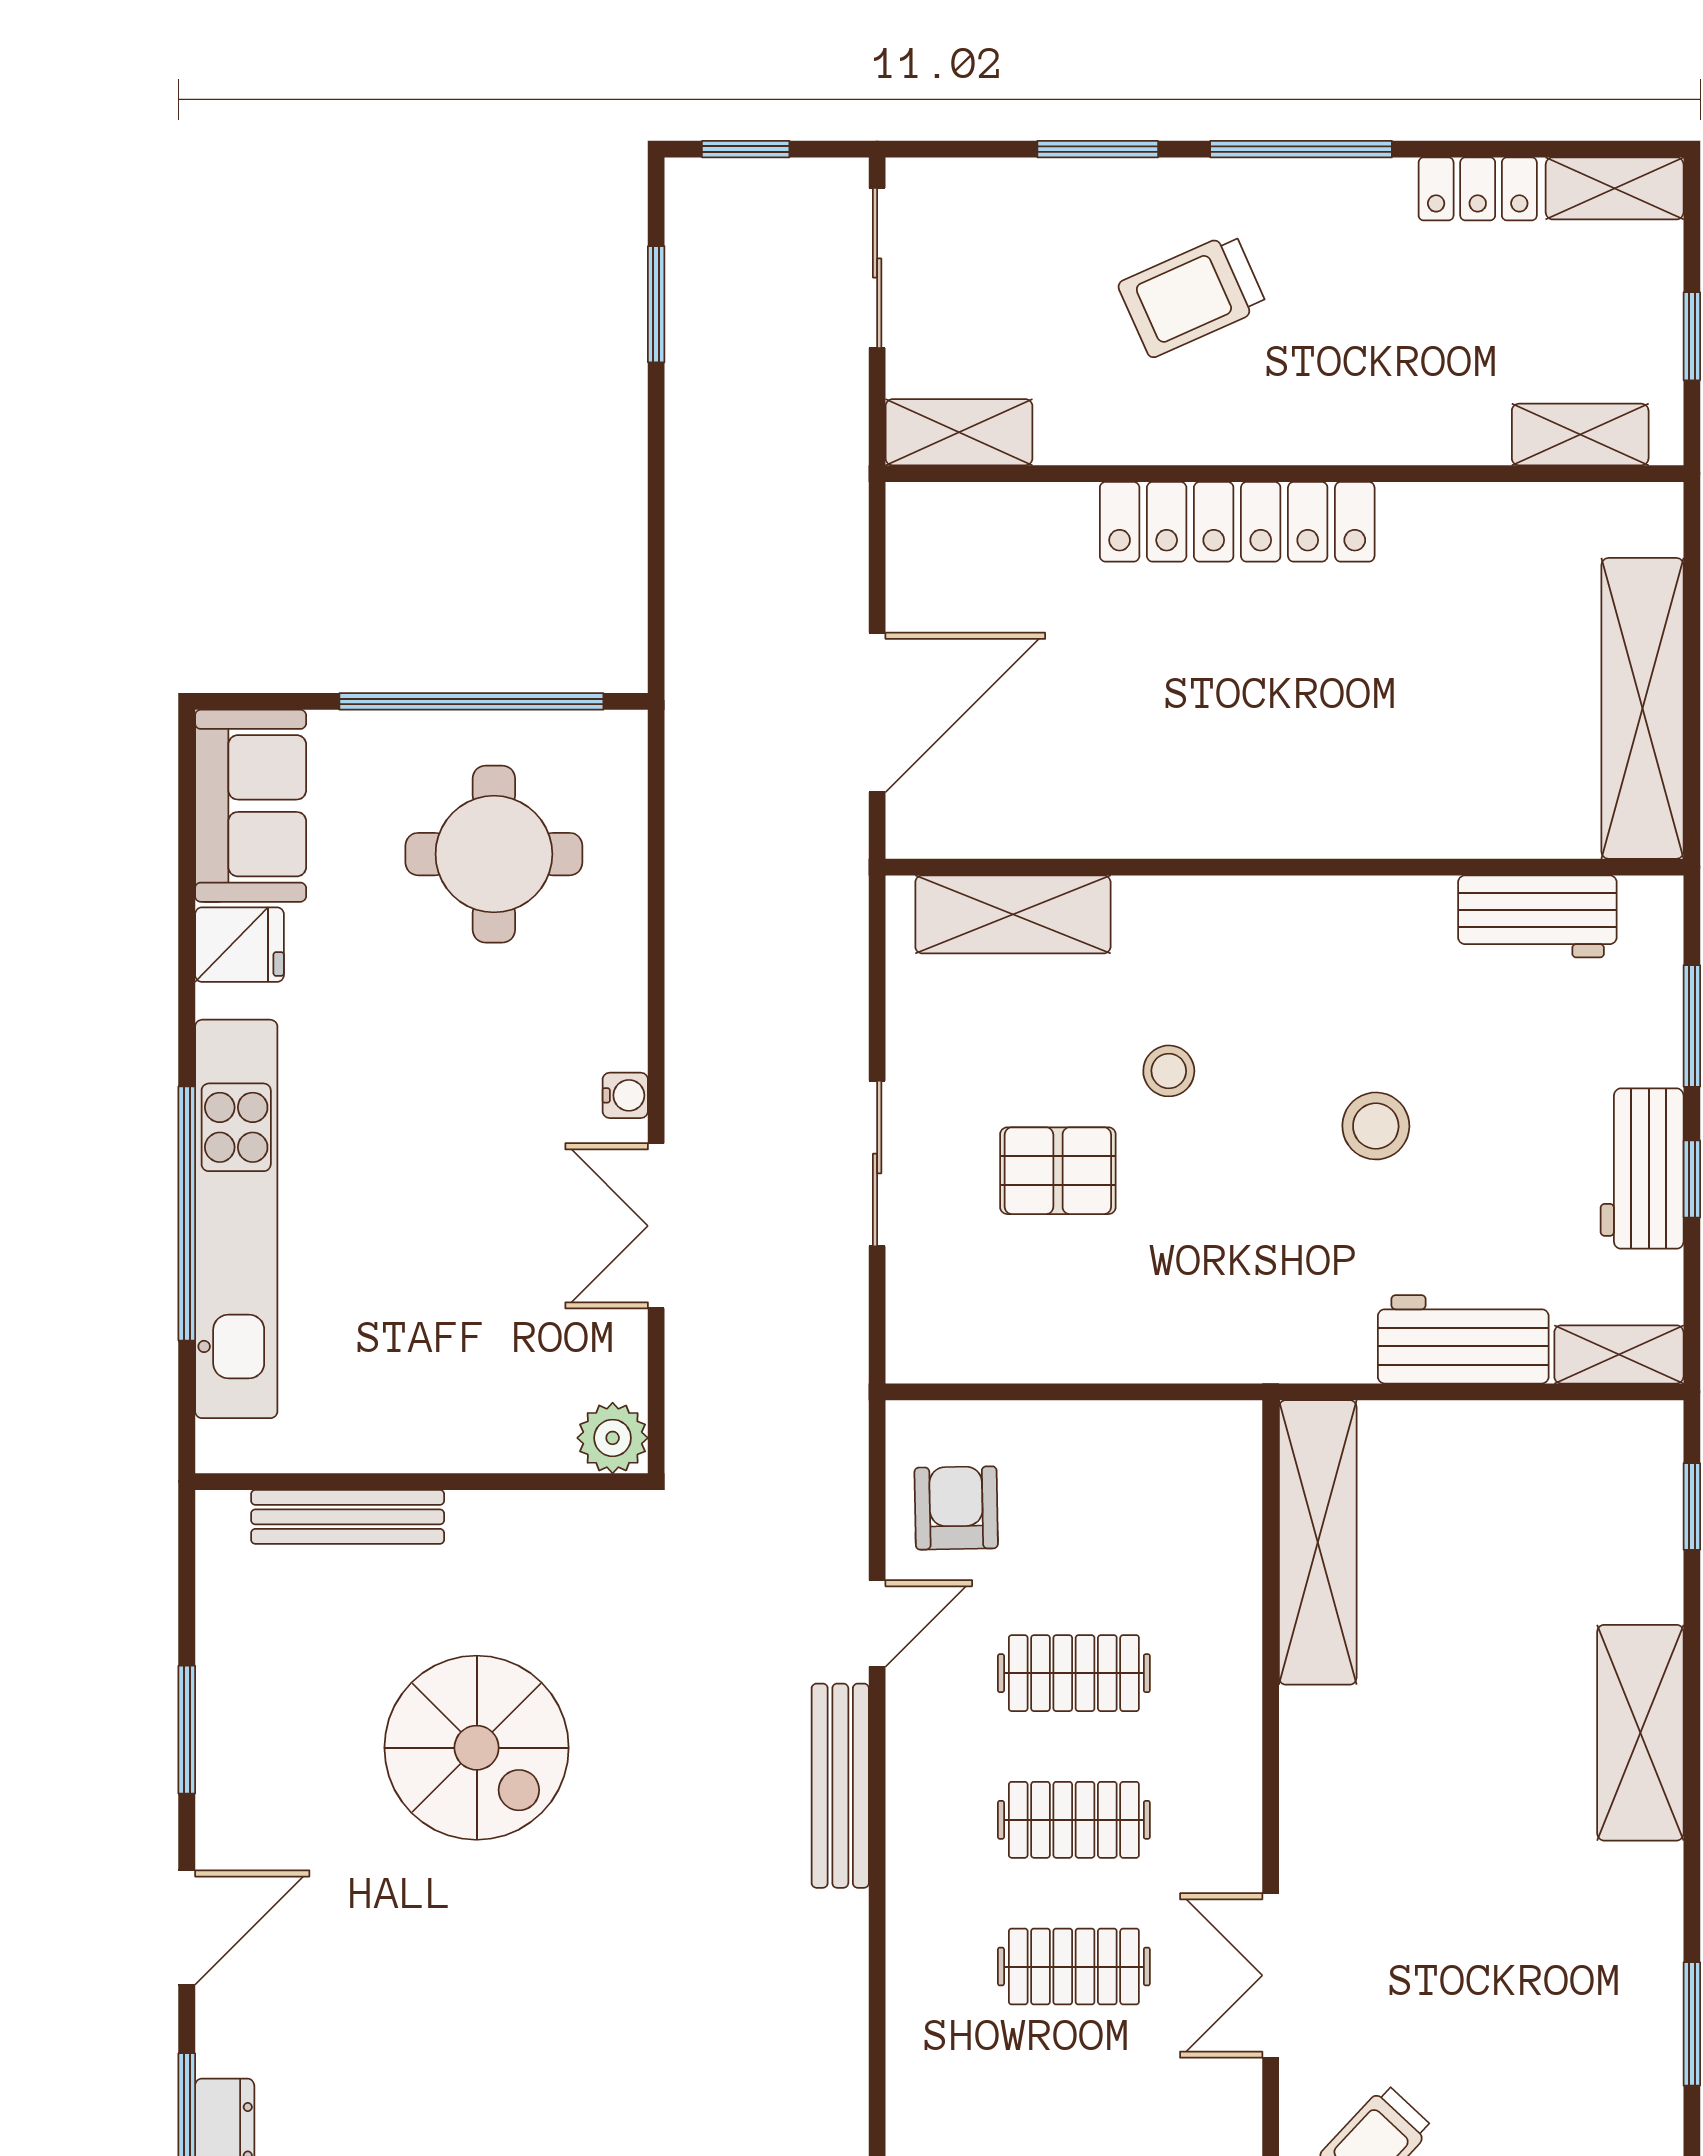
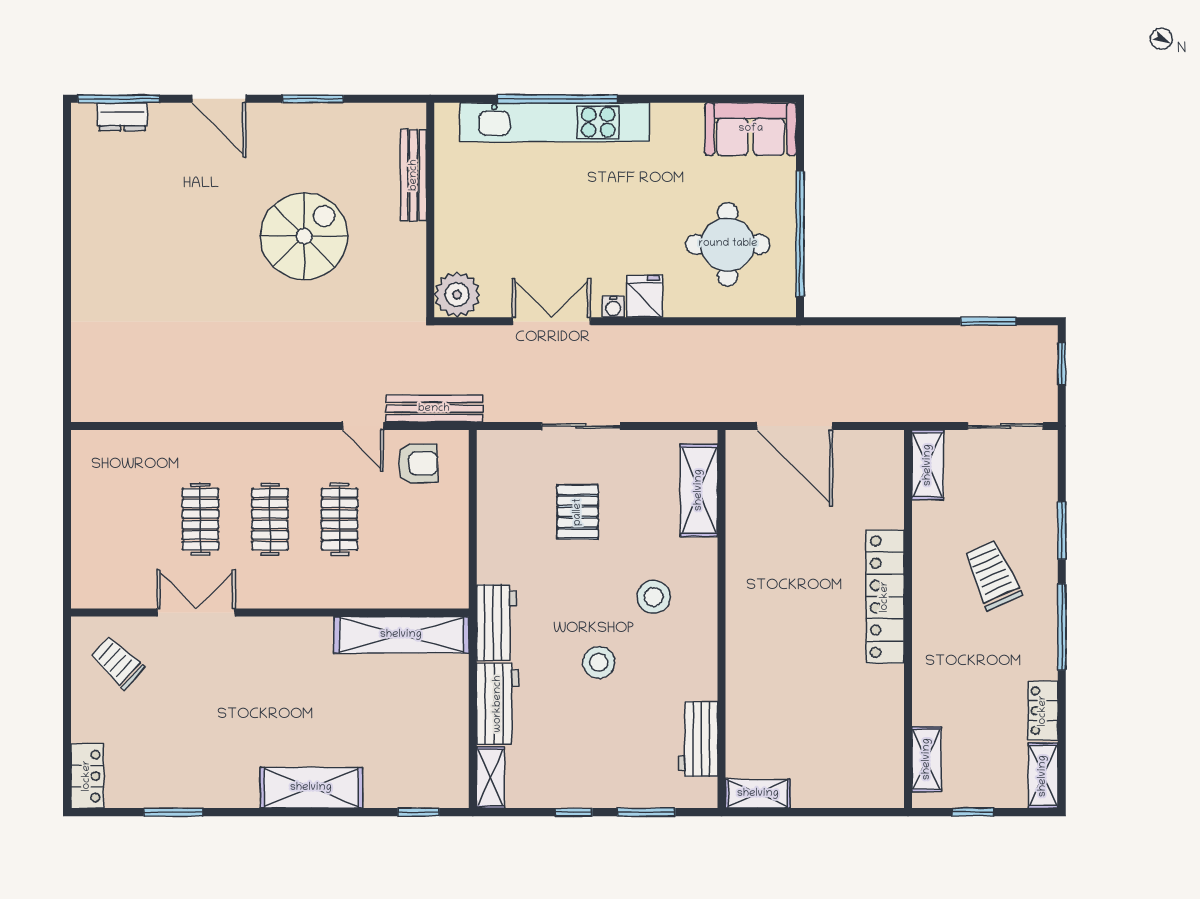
shelving: (1642, 708) -> (758, 794), width x0.45, depth x0.75
fridge: (239, 945) -> (644, 296), moved, turned 180
stool: (1169, 1071) -> (654, 597), moved, width x1.37, depth x1.37
workbench: (1642, 1169) -> (496, 623), moved, turned 90
plant: (613, 1438) -> (457, 295), width x1.36, depth x1.36
spiral stairs: (477, 1748) -> (304, 236), turned 180
bench: (840, 1786) -> (434, 409), moved

